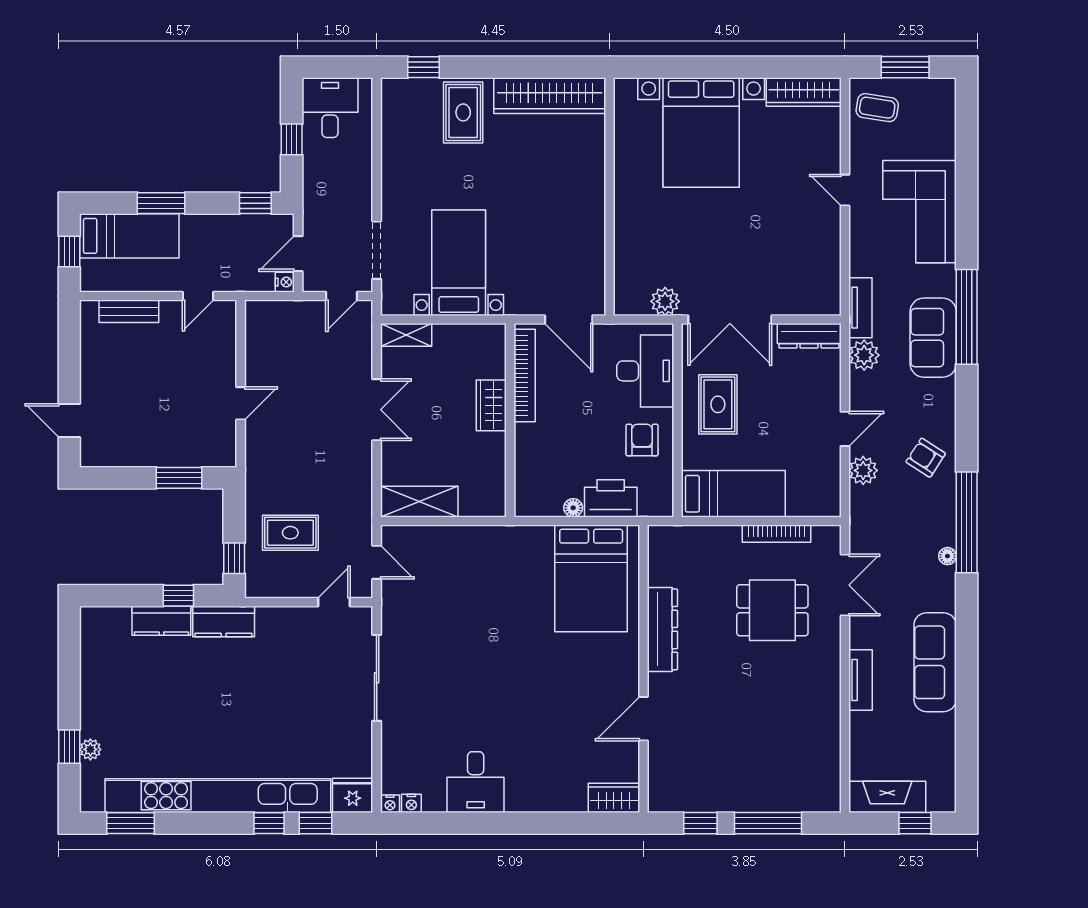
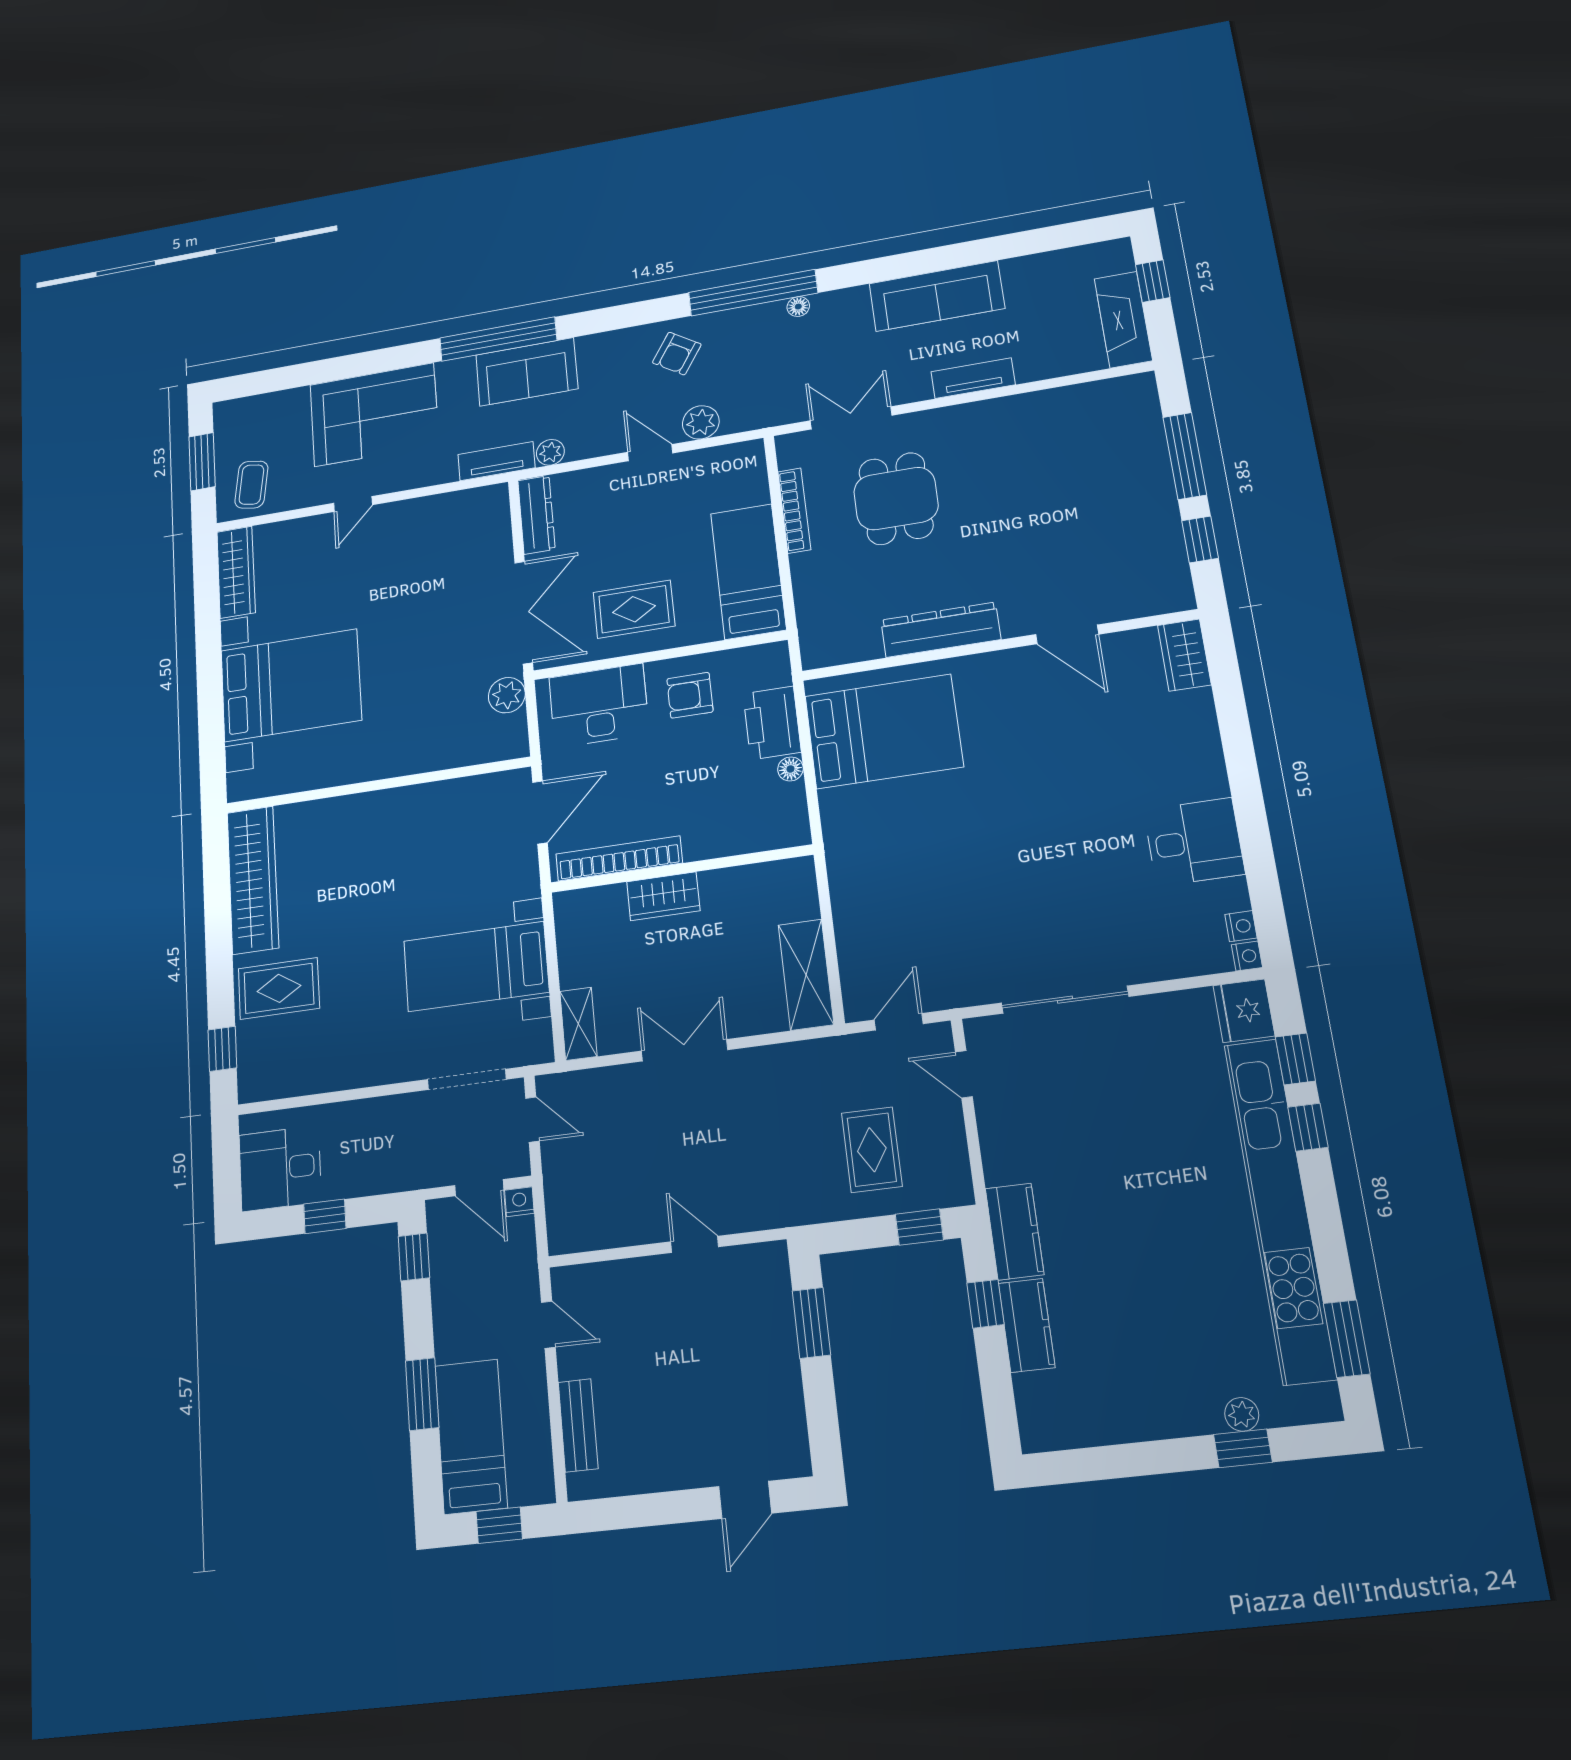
plant: (864, 355) -> (550, 452), width x0.73, depth x0.73

